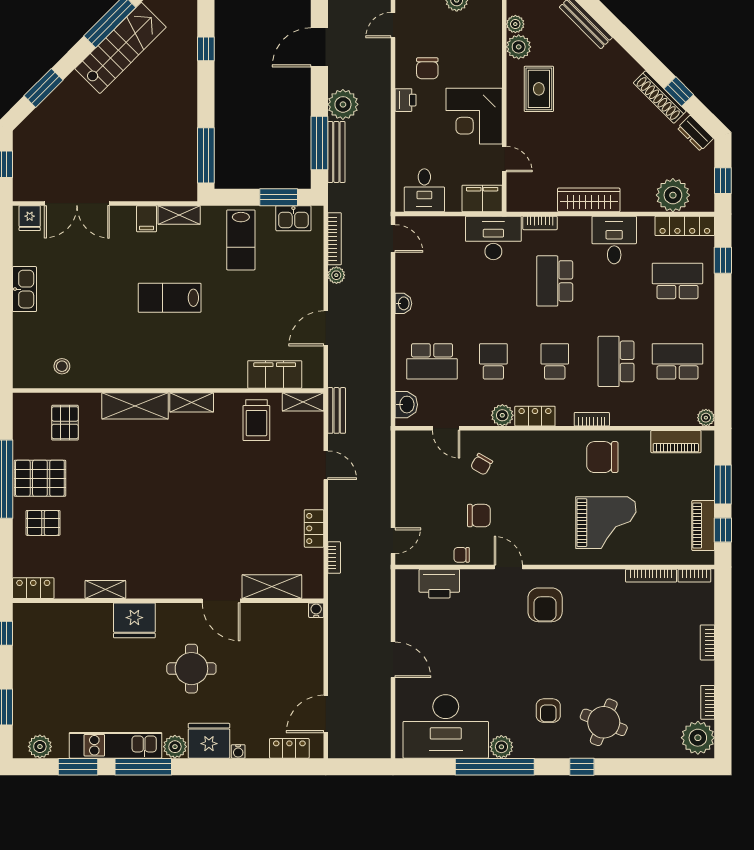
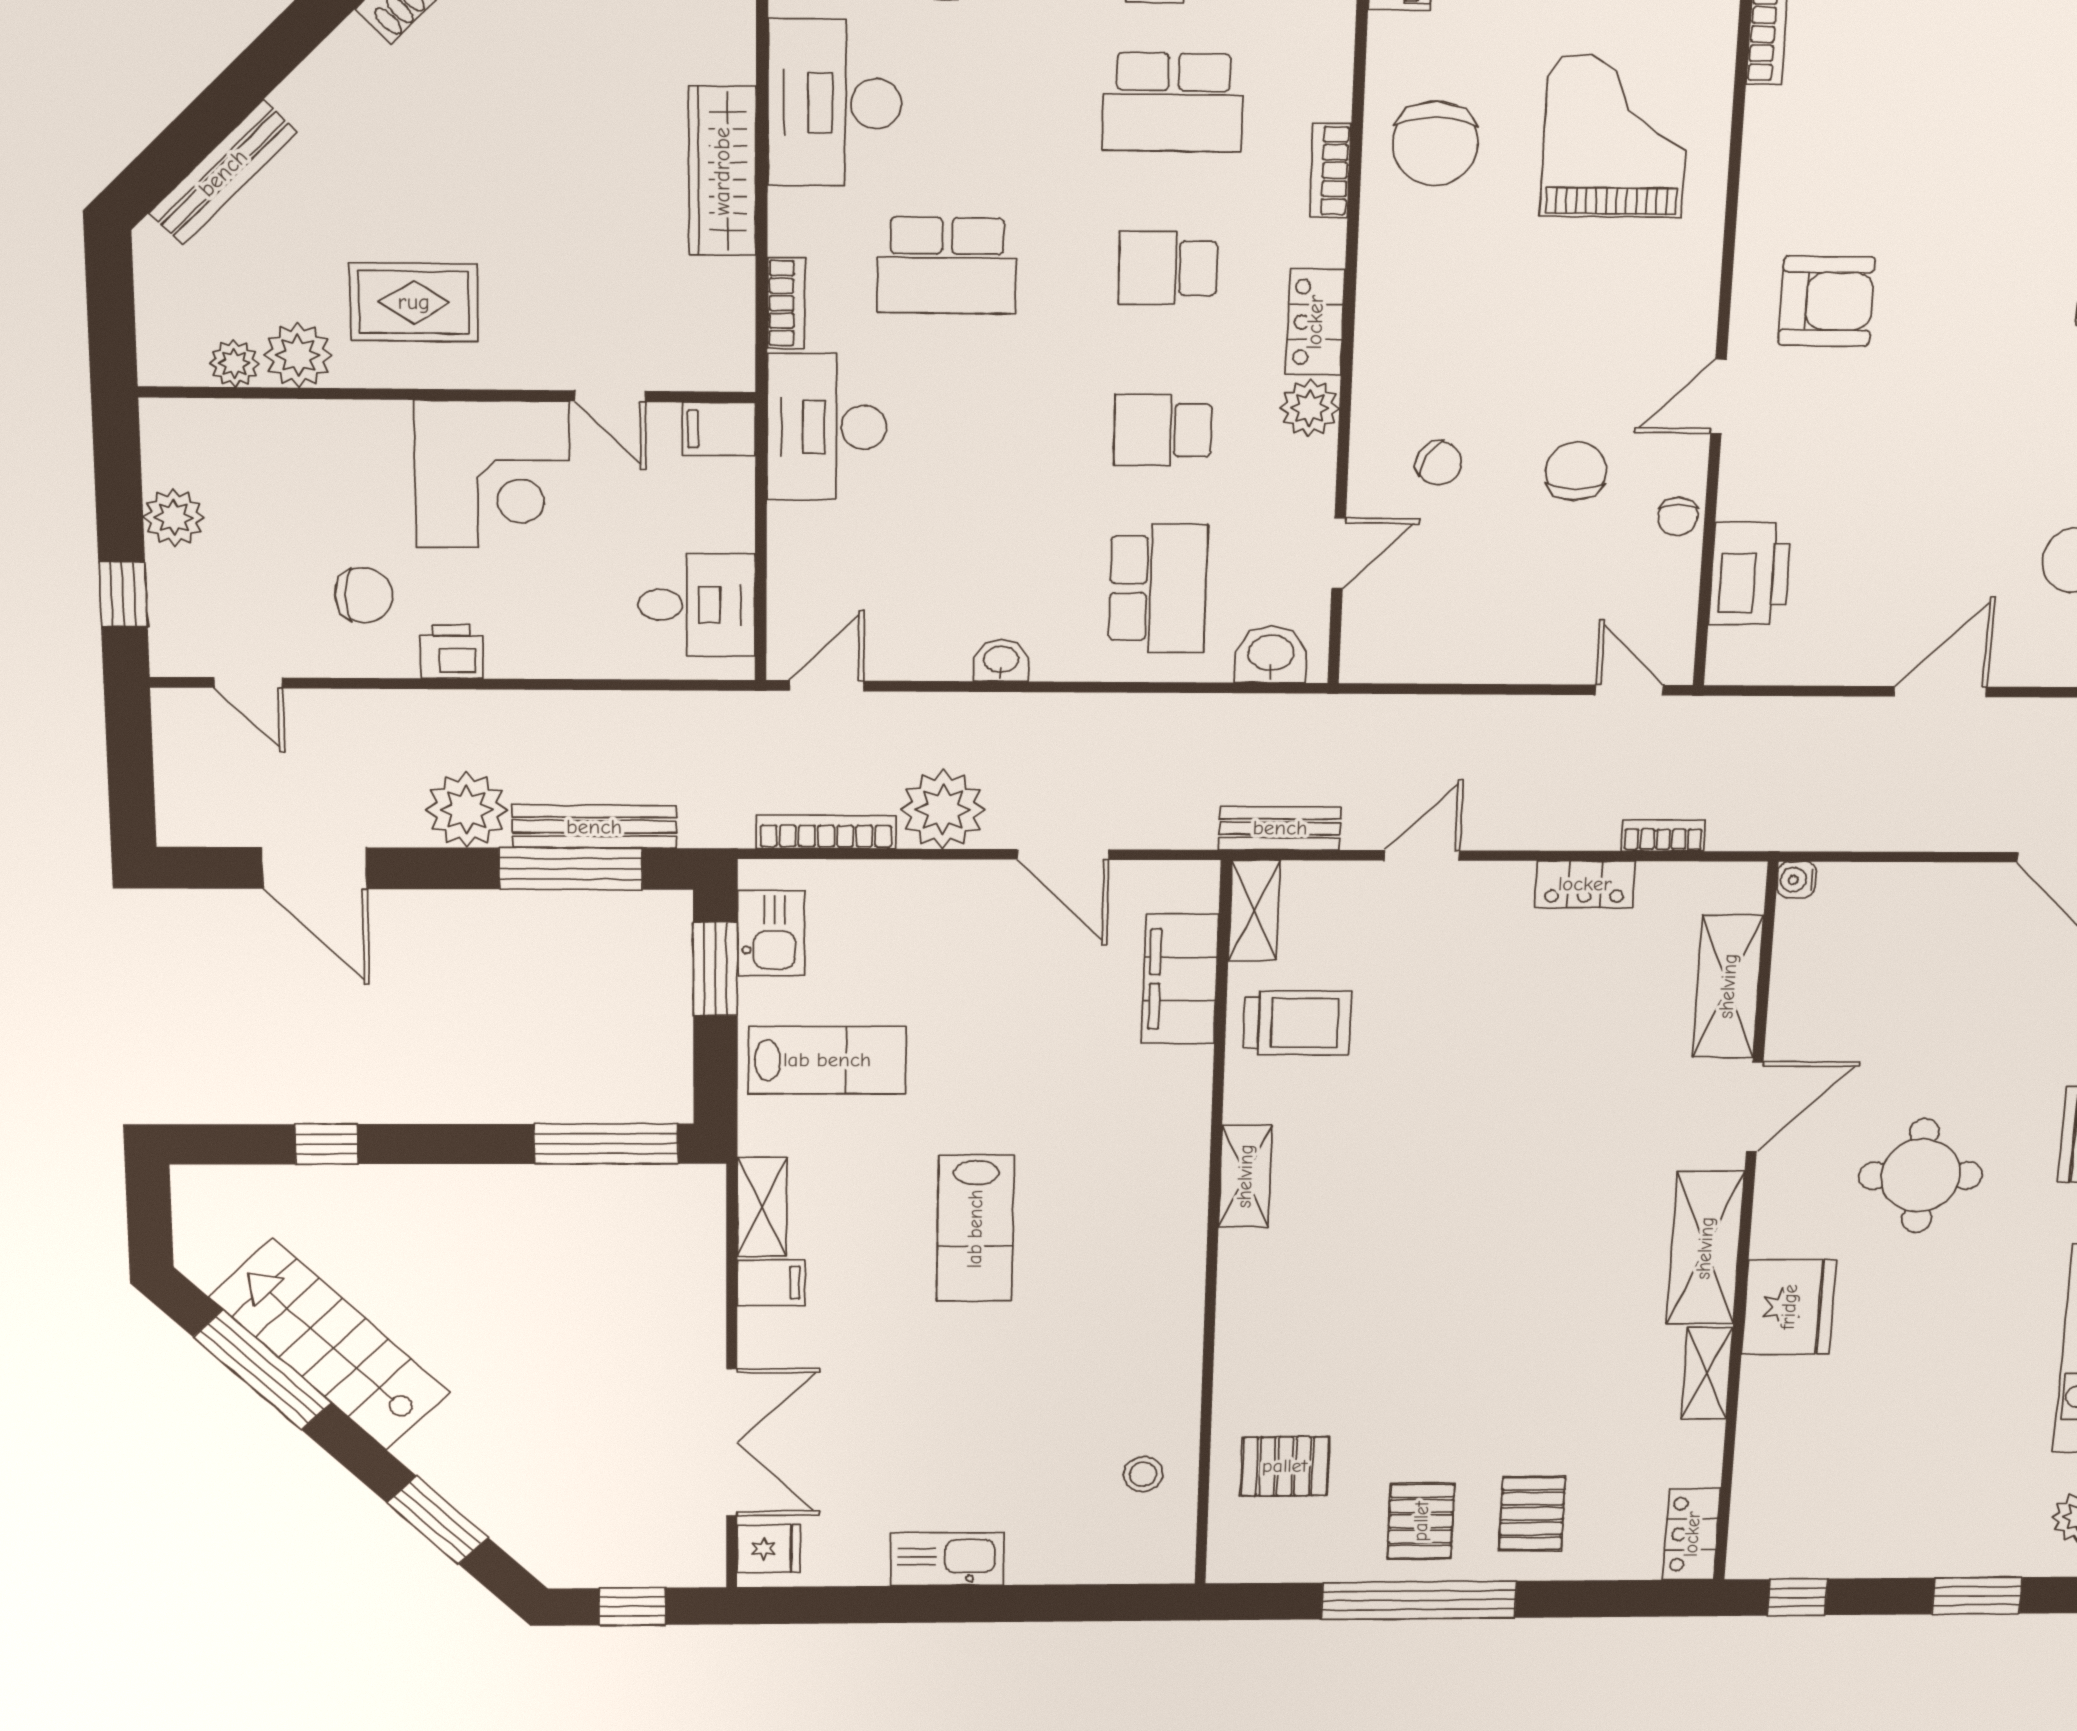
door: (504, 159) -> (610, 396), swing flipped
filing cabinet: (482, 199) -> (719, 429), width x0.50
desk: (614, 240) -> (835, 103), width x1.37
plant: (336, 275) -> (943, 809), width x1.88, depth x1.88
shelving: (135, 406) -> (1705, 1248), moved
pallet: (40, 478) -> (1421, 1521), width x0.67, depth x0.71

